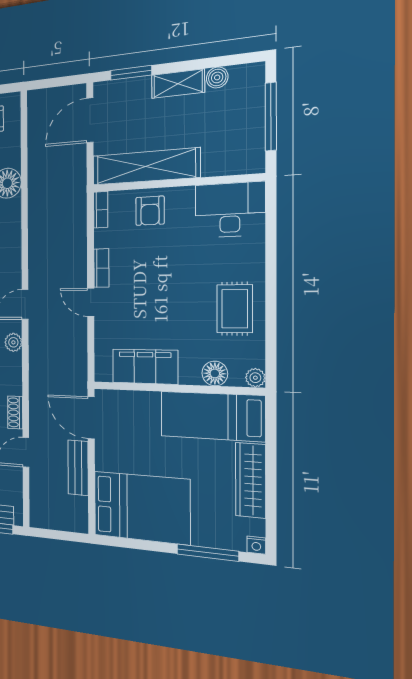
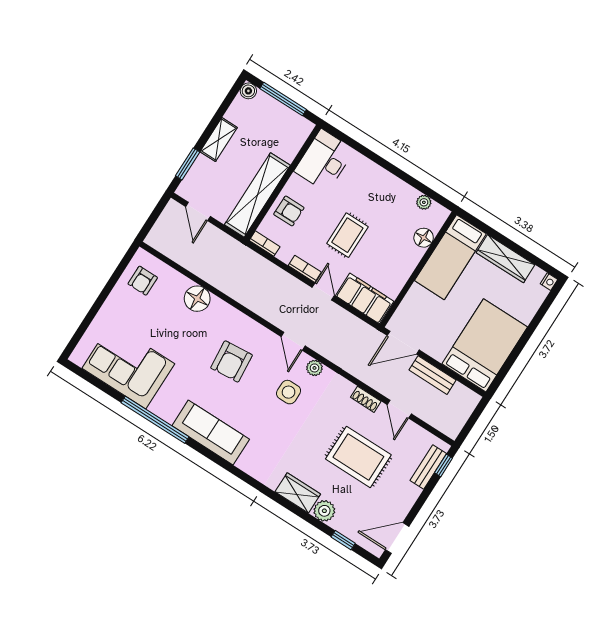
boiler: (217, 77) -> (248, 91), moved
door: (90, 120) -> (198, 211), width x0.73
door: (91, 302) -> (323, 292), swing flipped
rug: (235, 309) -> (347, 235), moved, turned 90
filing cabinet: (145, 367) -> (365, 298), moved, turned 90
plant: (255, 378) -> (424, 202), moved
window: (207, 553) -> (538, 318), removed

